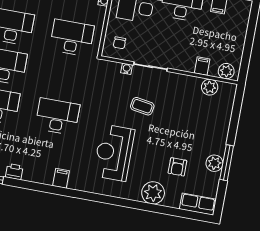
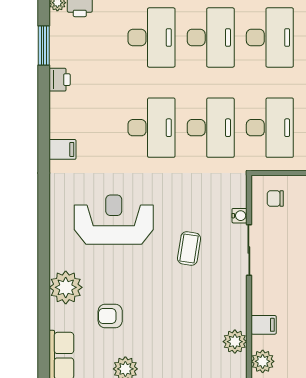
desk: (65, 77) -> (211, 128), added

